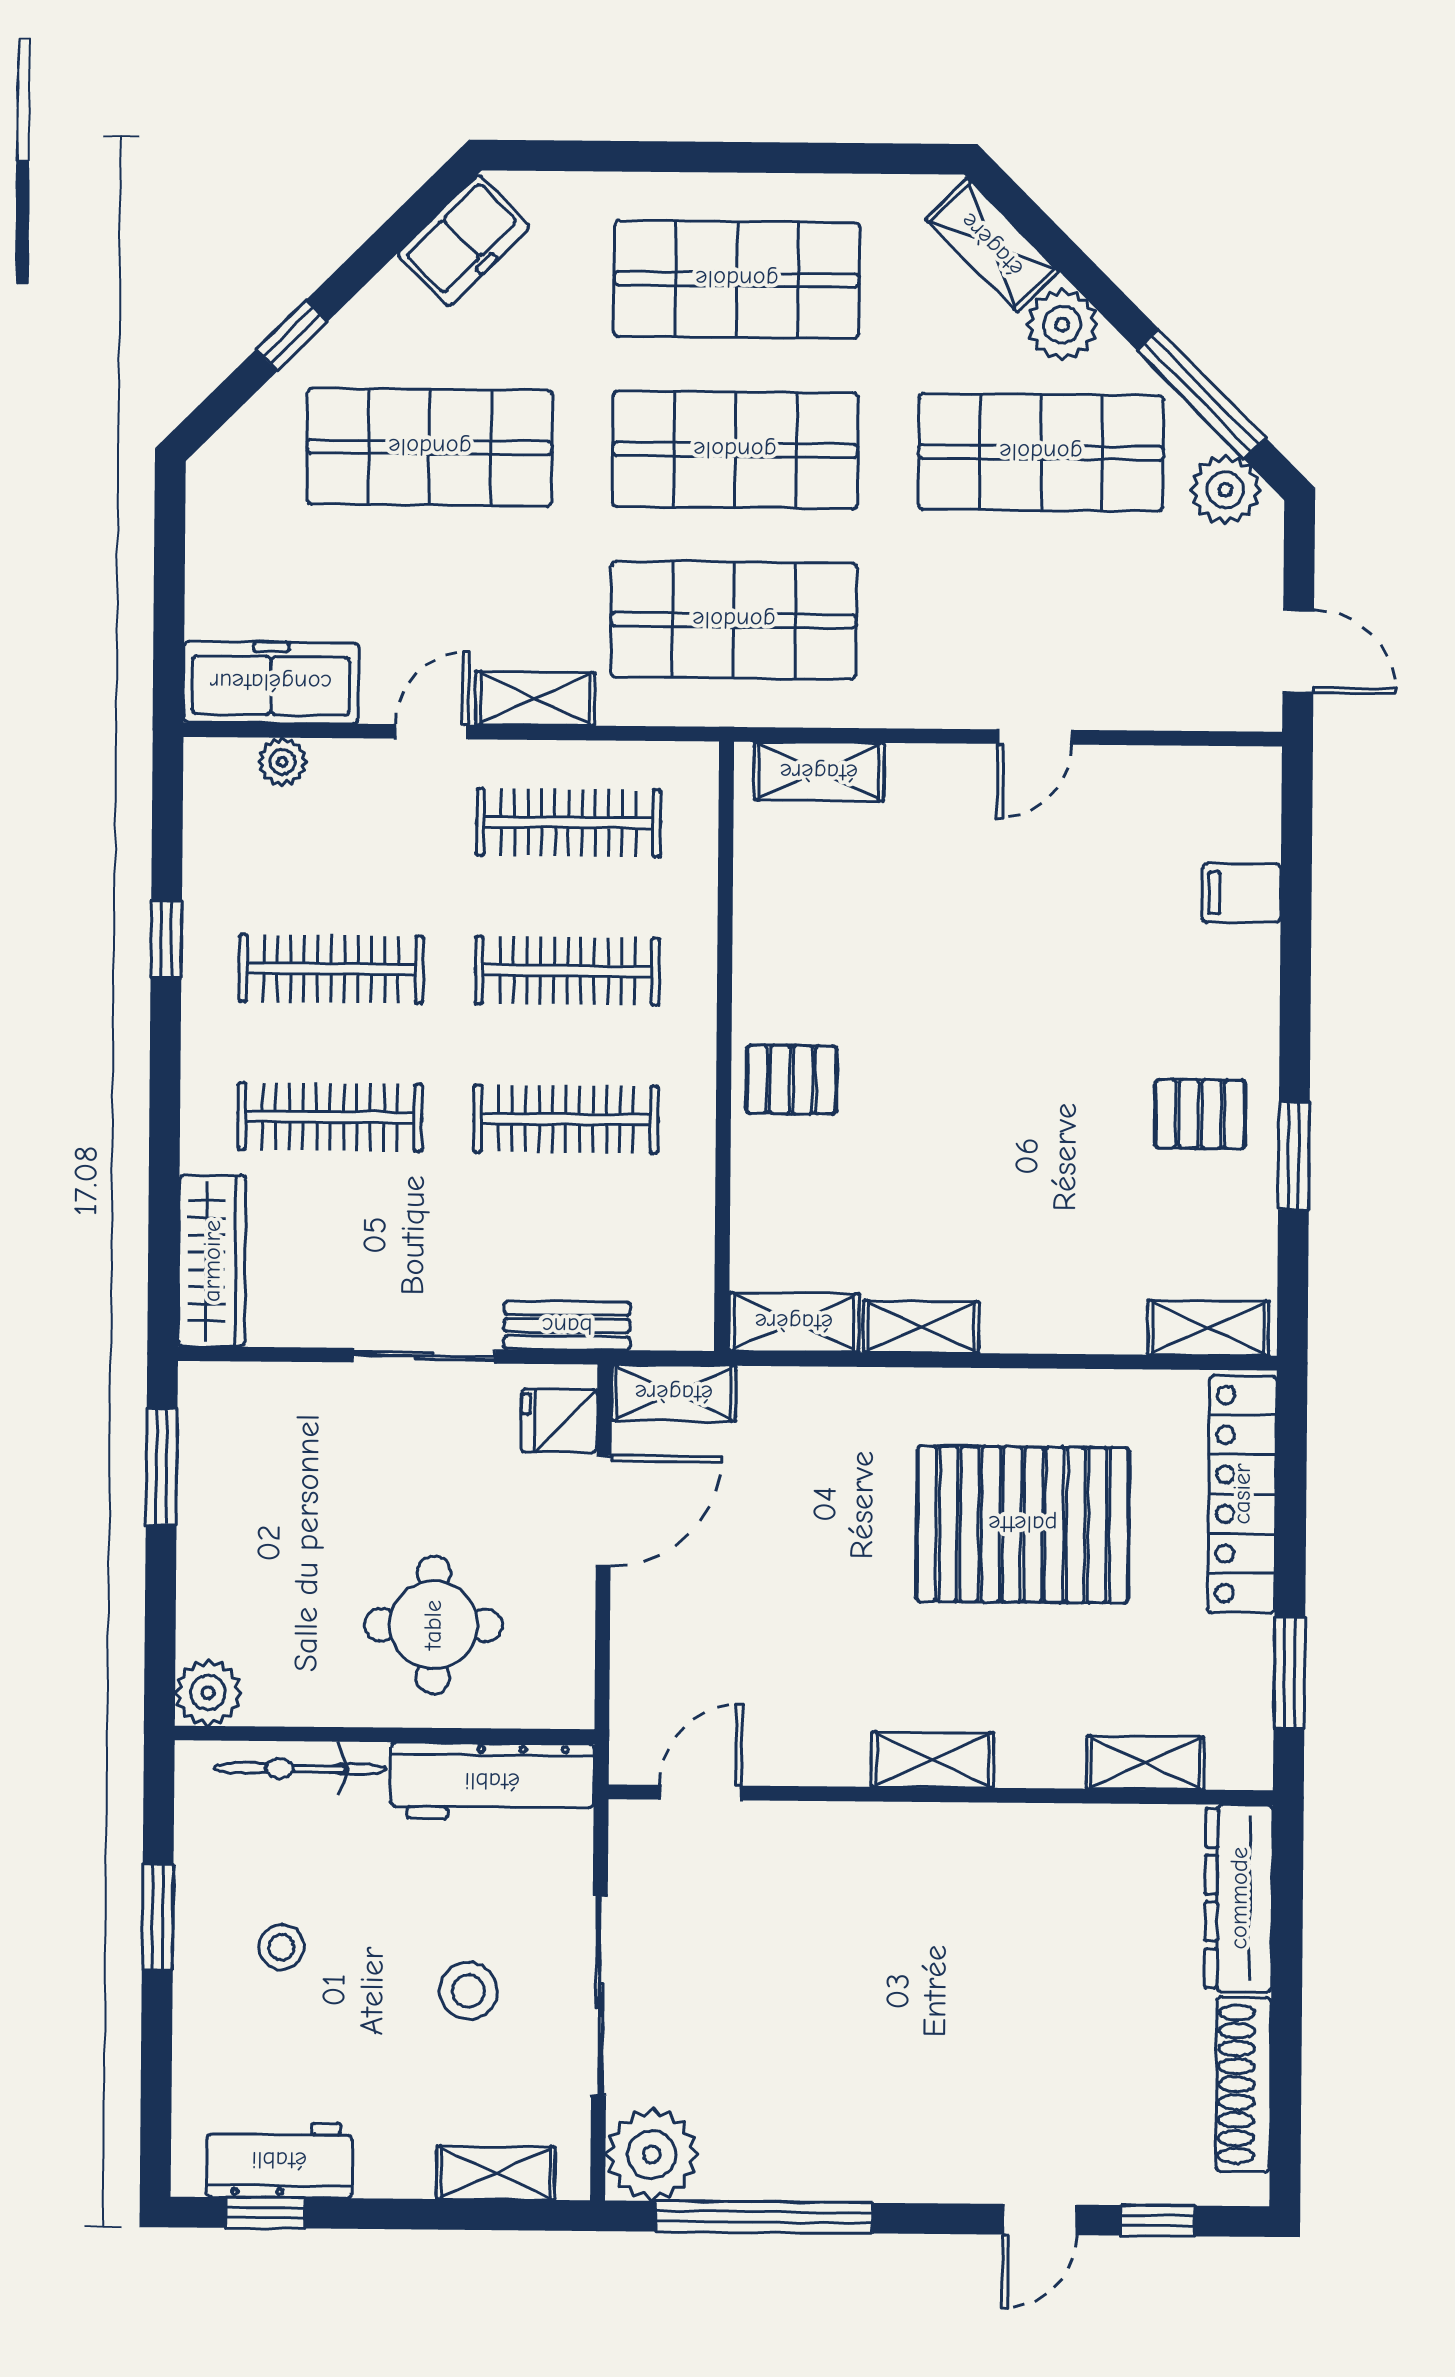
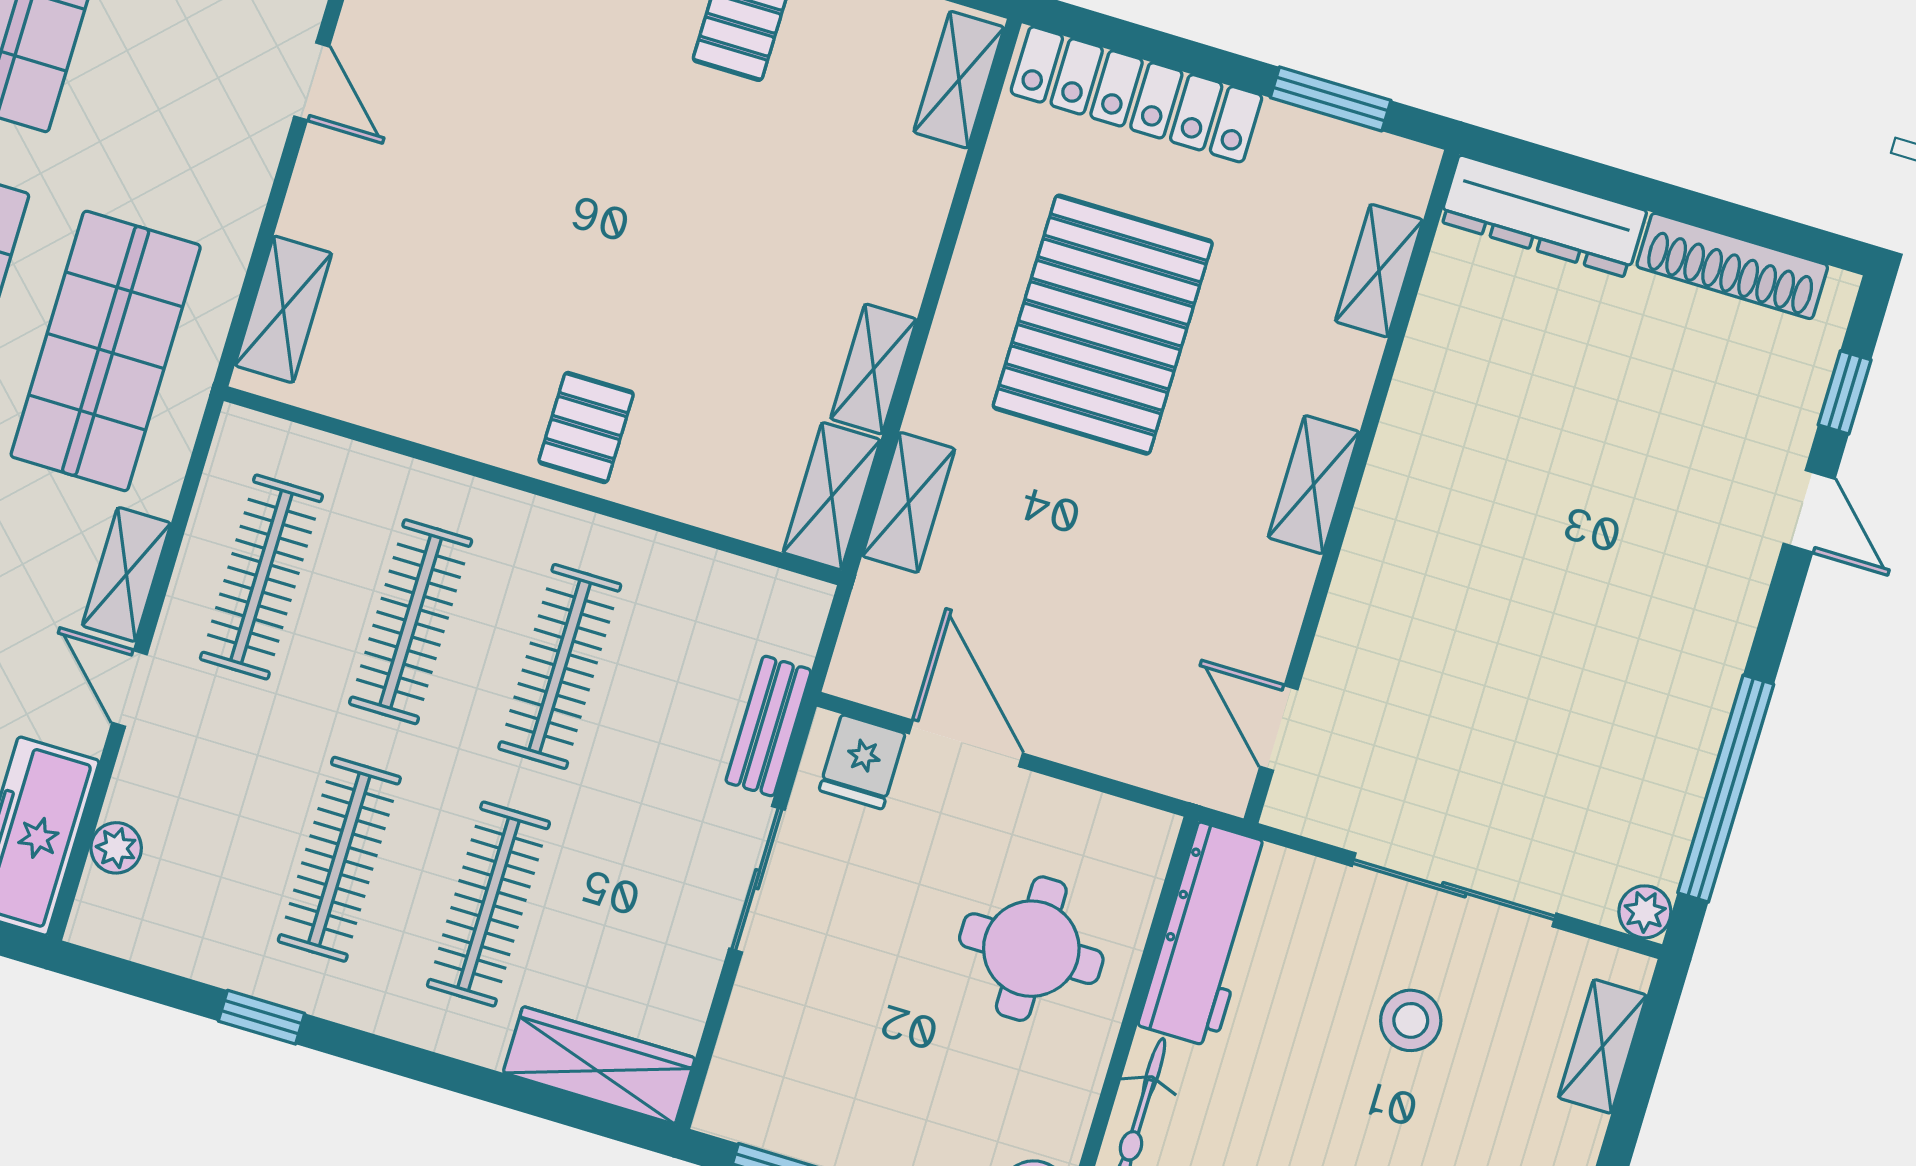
shelving: (674, 1393) -> (909, 502), moved
plant: (652, 2155) -> (1645, 912), width x0.53, depth x0.53

